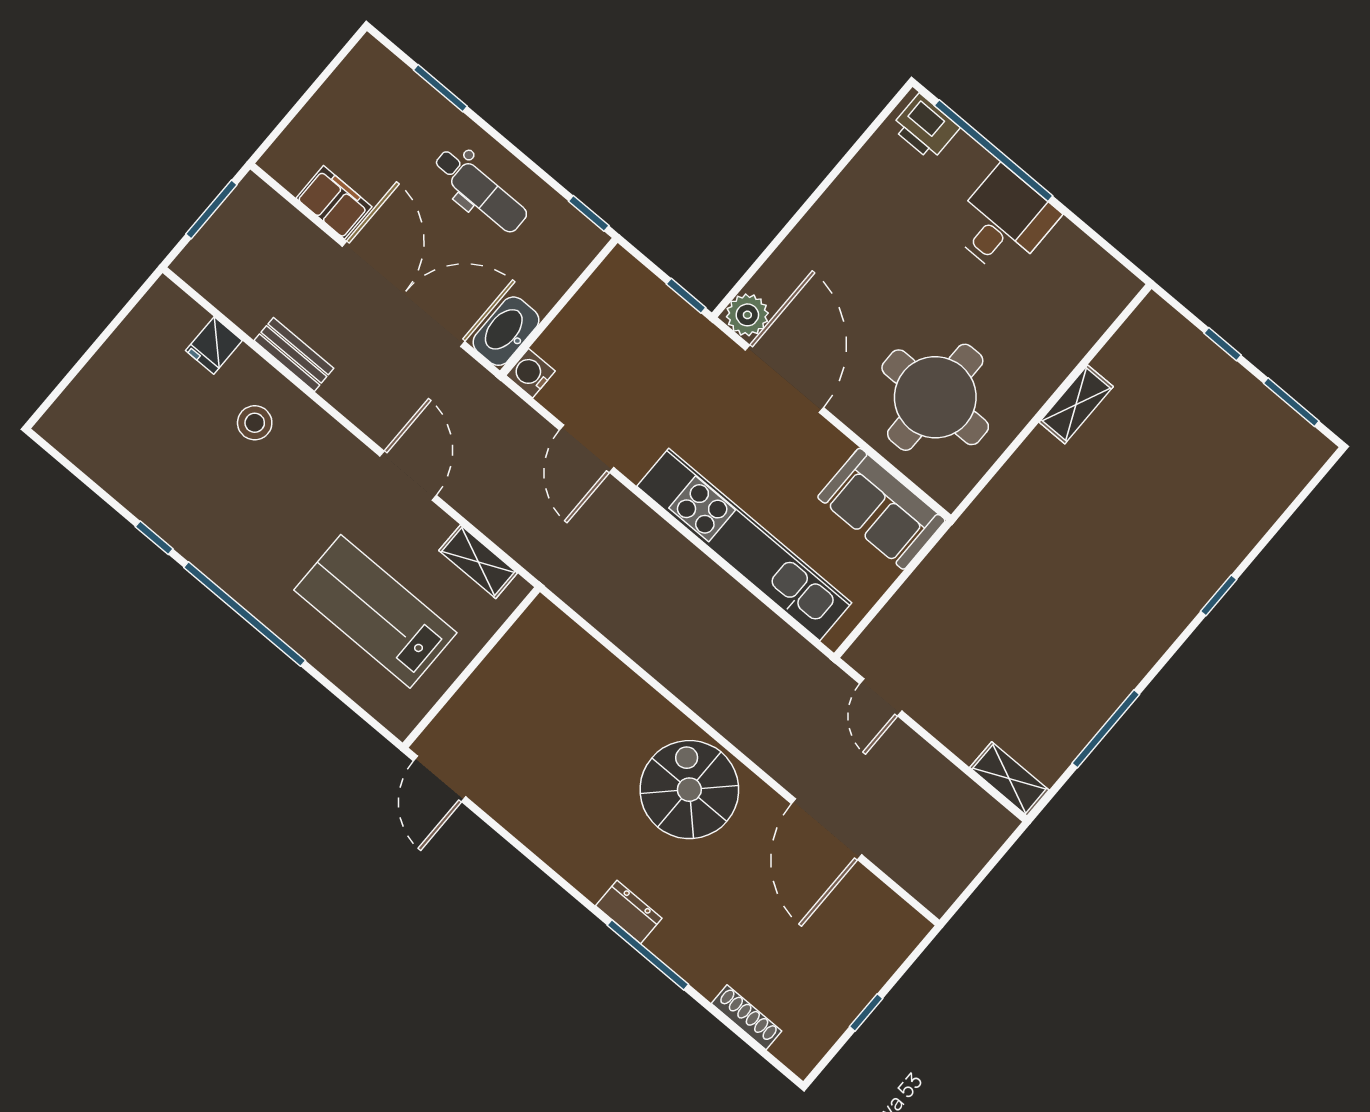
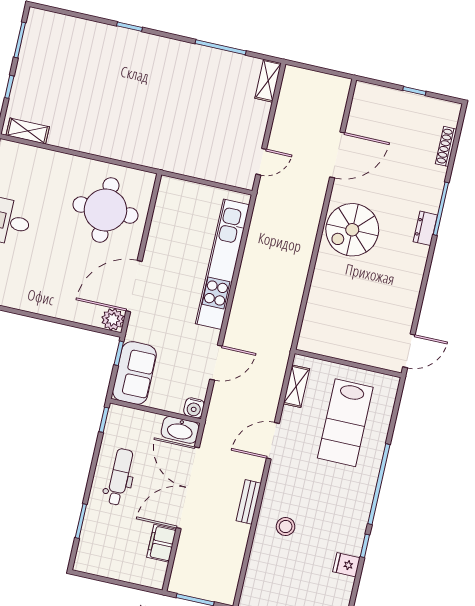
fridge: (214, 346) -> (346, 565), moved, turned 180
bench: (294, 354) -> (249, 502), moved
shelving: (1076, 404) -> (28, 131), moved
sofa: (881, 509) -> (134, 373), moved

